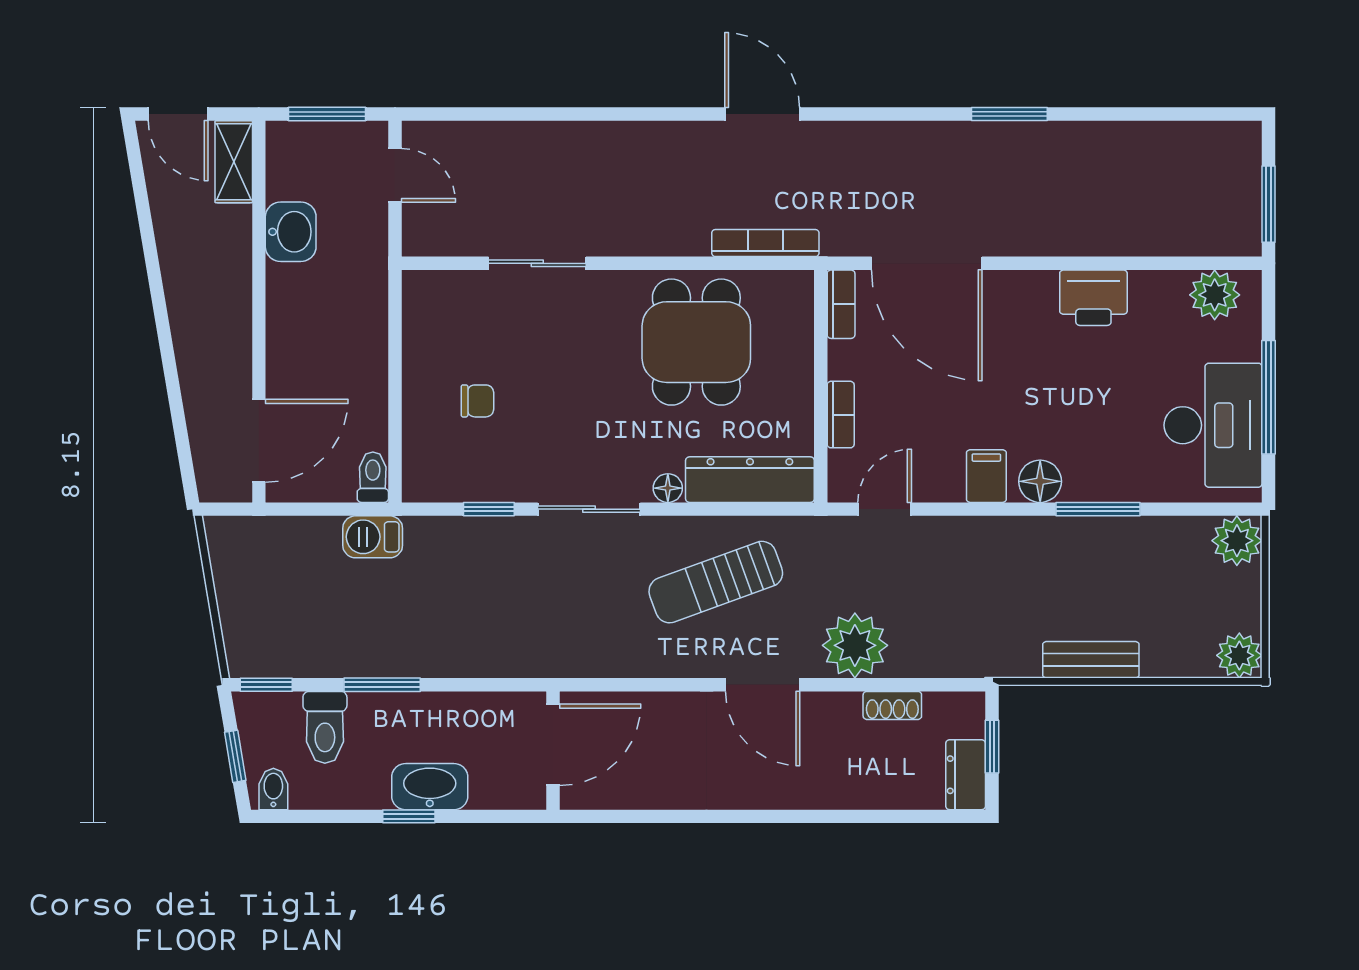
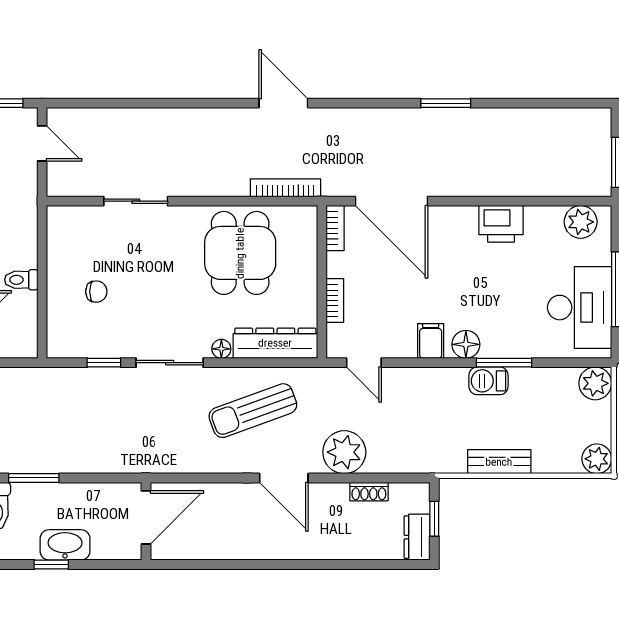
toilet: (373, 477) -> (21, 280), moved, turned -90
door: (885, 509) -> (364, 363), swing flipped
barbecue: (373, 537) -> (489, 381), moved

